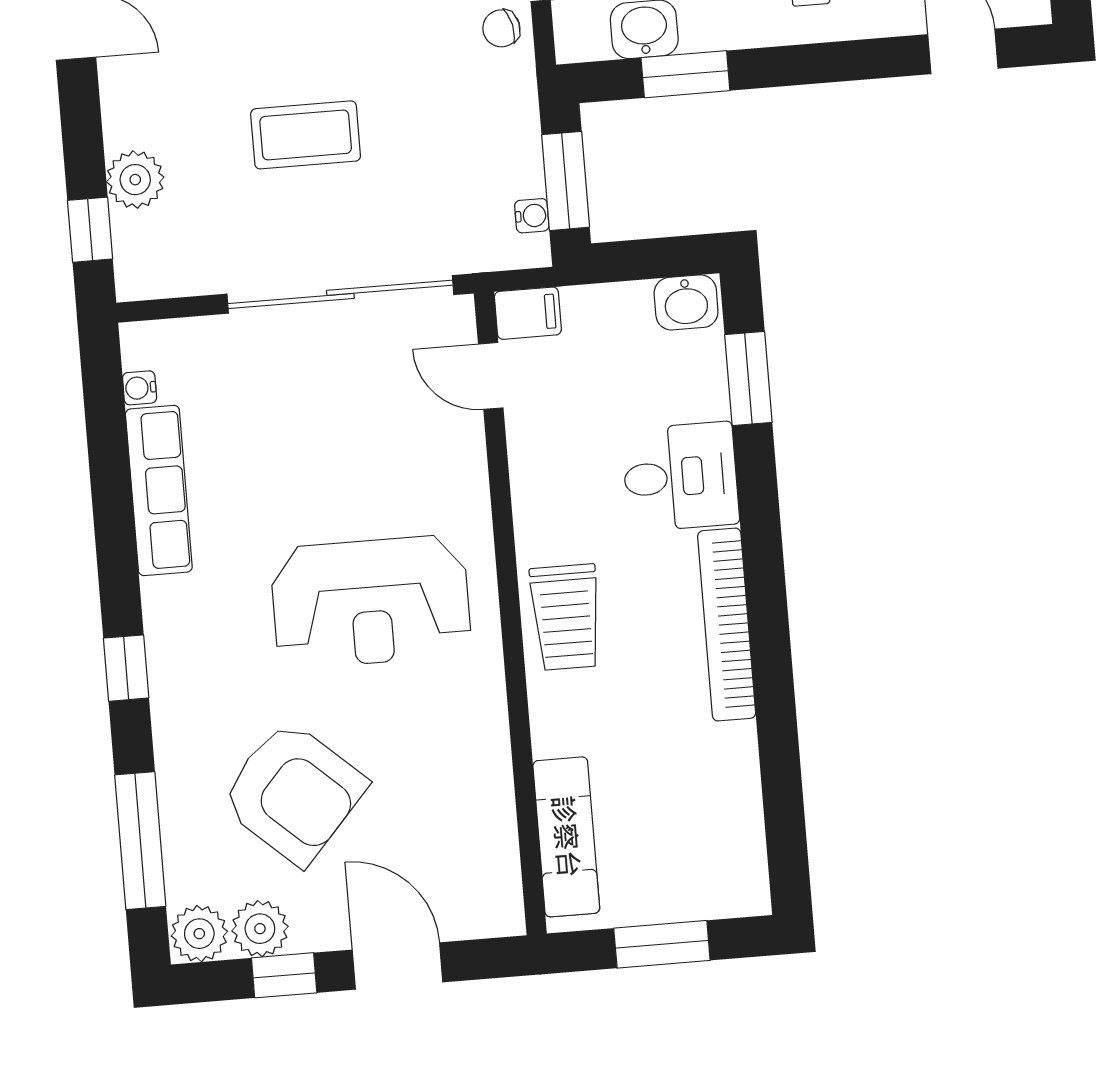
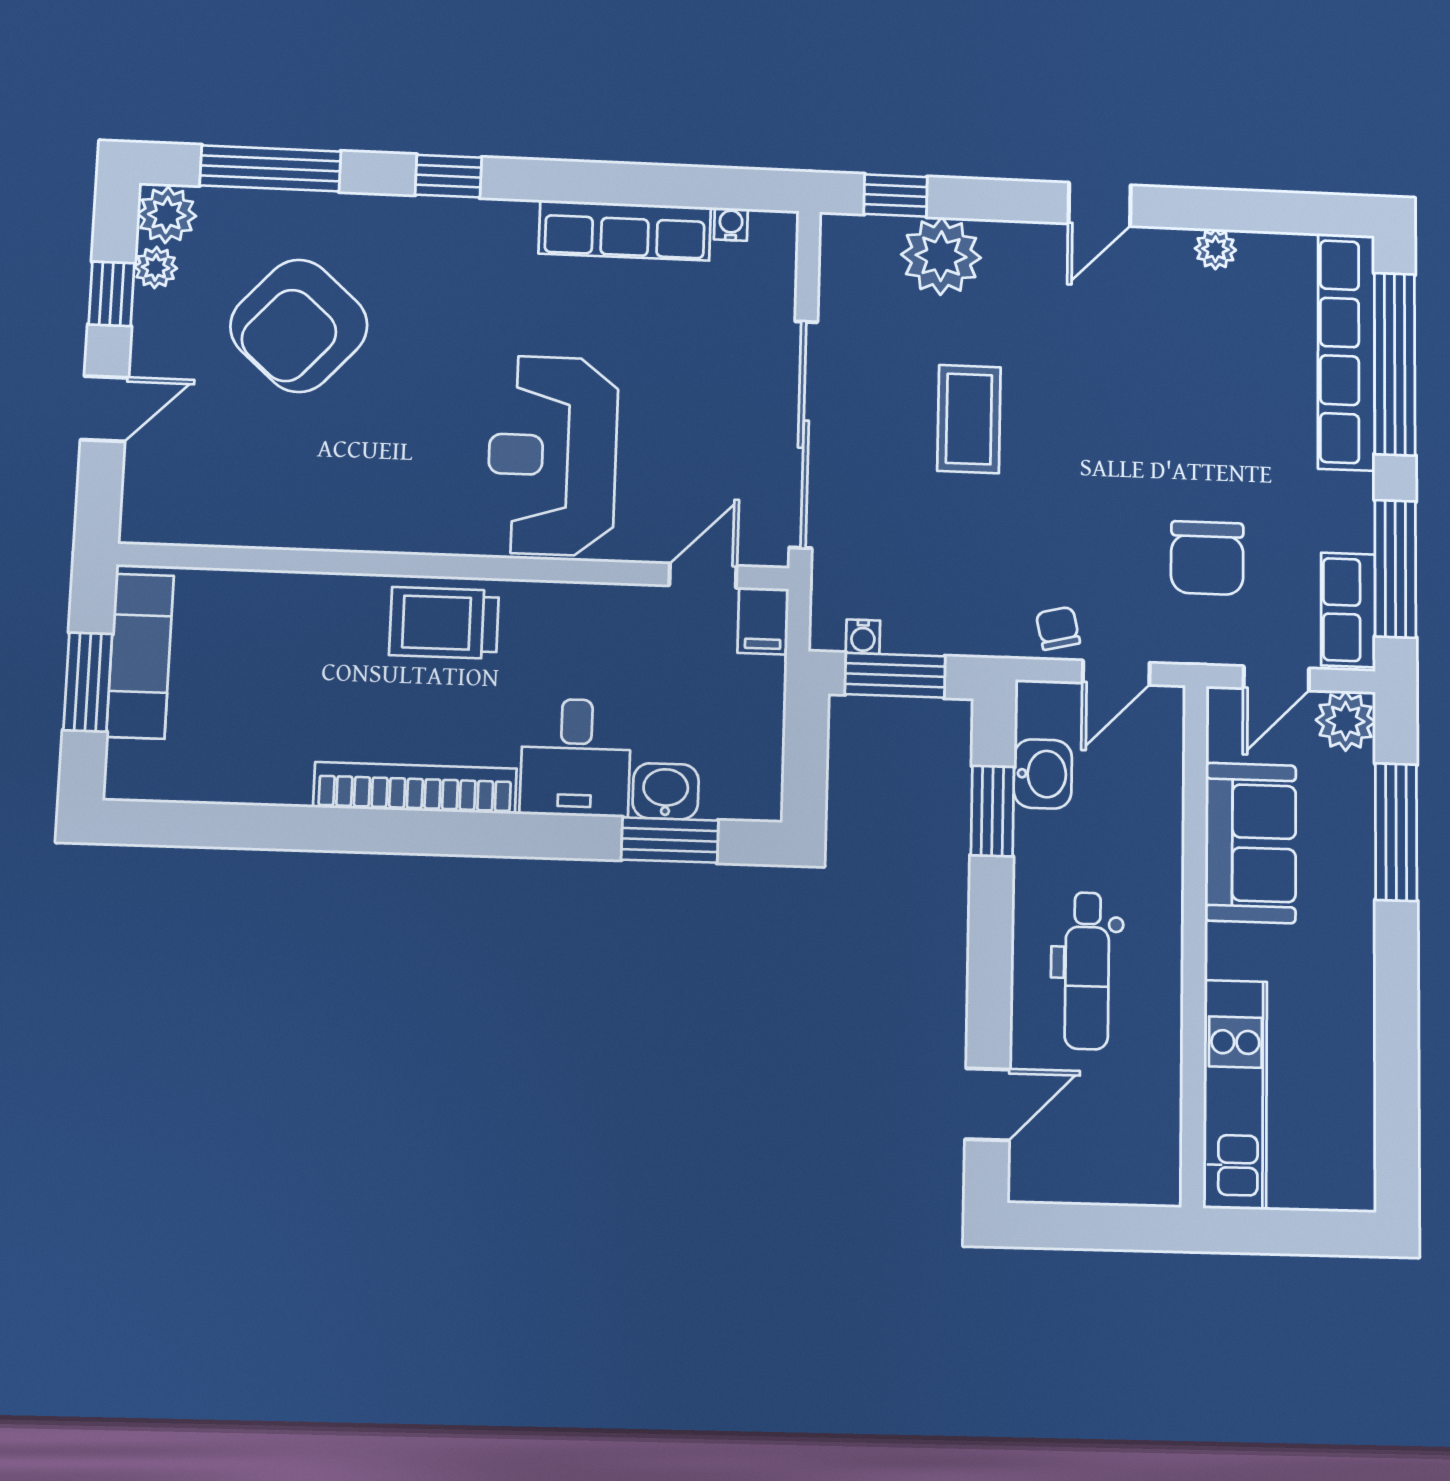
plant: (135, 180) -> (941, 256), width x1.36, depth x1.36
washbasin: (686, 302) -> (666, 791), moved, turned 90
reception desk: (371, 602) -> (552, 456), moved
exam couch: (566, 837) -> (140, 656), moved, turned -90
plant: (260, 929) -> (156, 268), width x0.73, depth x0.73
door: (397, 966) -> (104, 409), width x0.73

